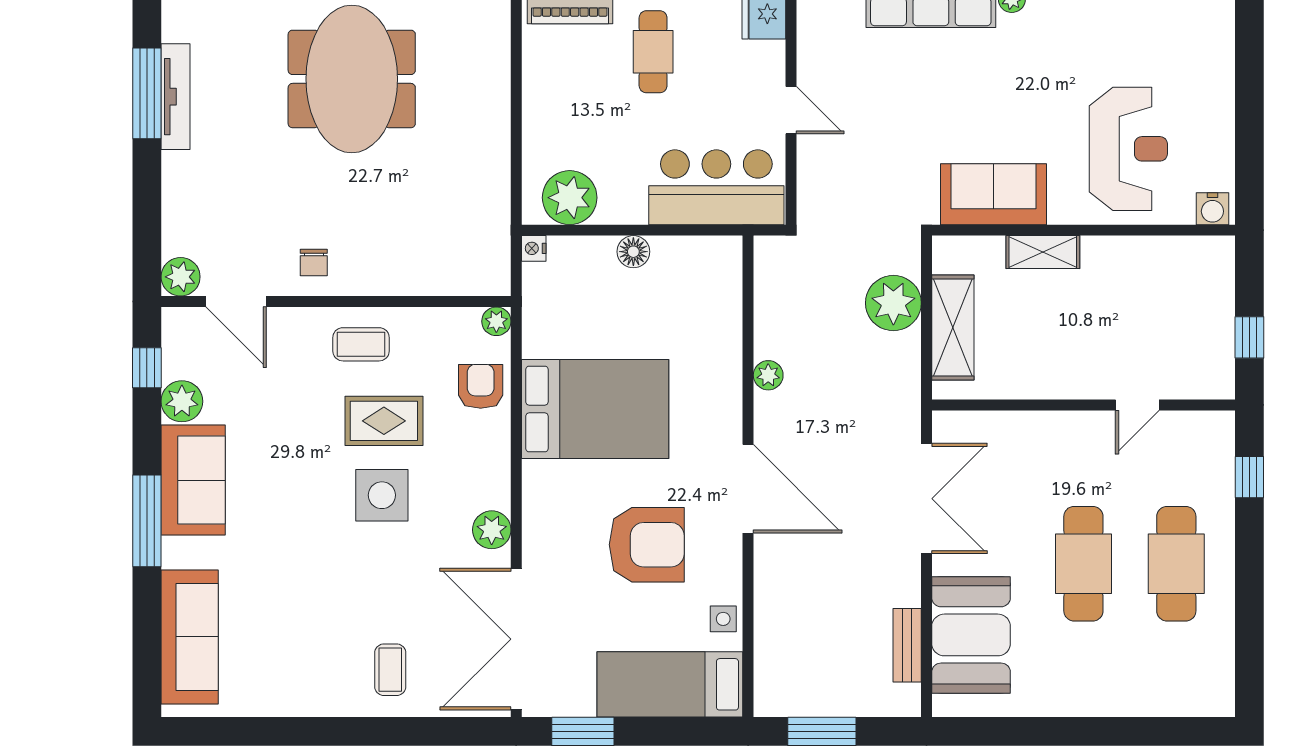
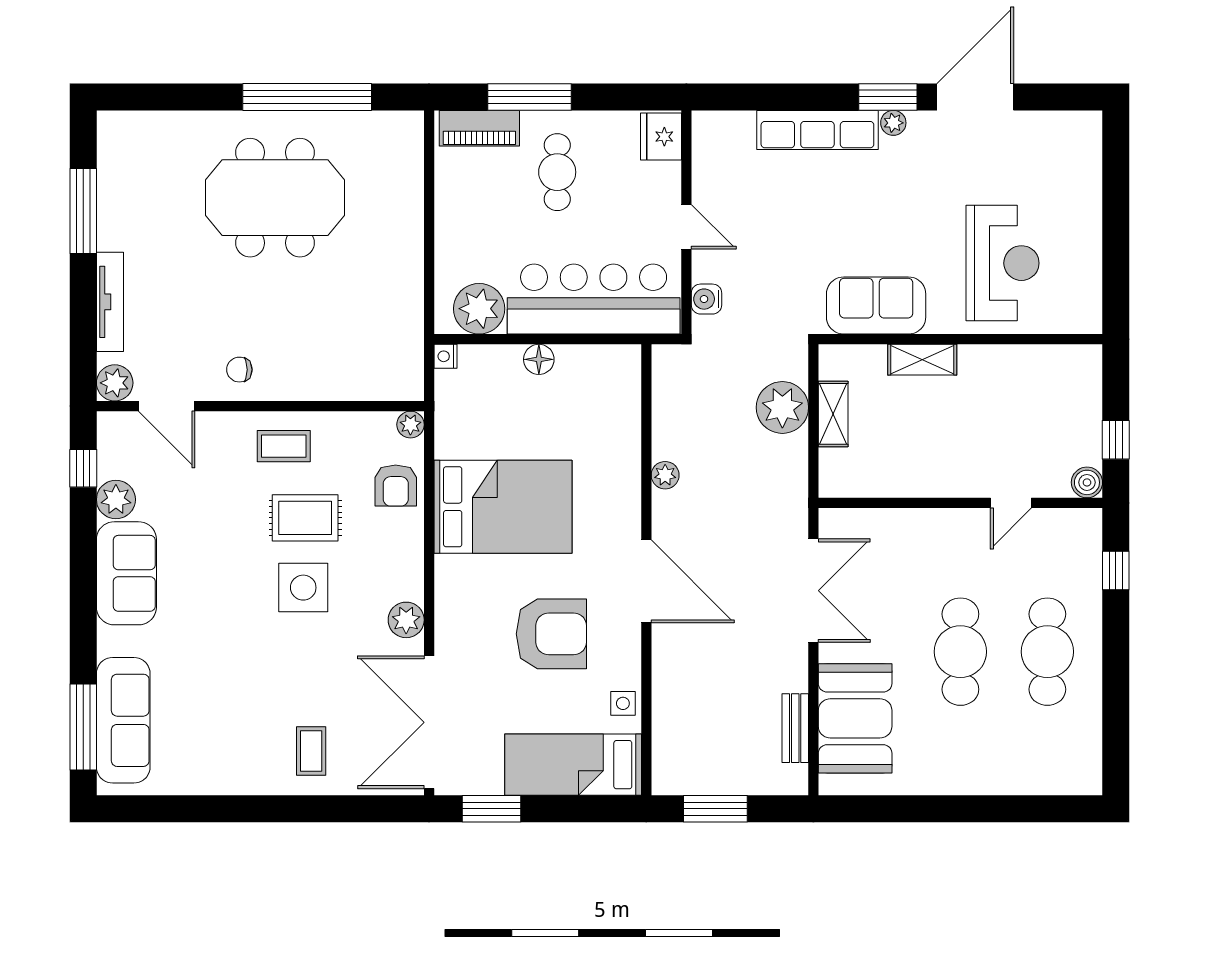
meeting table: (352, 79) -> (275, 198), turned 90
tv unit: (176, 97) -> (110, 302), moved
bar counter: (716, 187) -> (594, 299), width x1.36
water cooler: (1212, 209) -> (706, 299), moved, turned 90
chair: (314, 263) -> (239, 370), turned 90
shelving: (953, 327) -> (833, 414), width x0.67, depth x0.75
boiler: (1219, 383) -> (1087, 482), added
armchair: (481, 386) -> (396, 486), turned 180
window: (147, 521) -> (83, 727), moved

